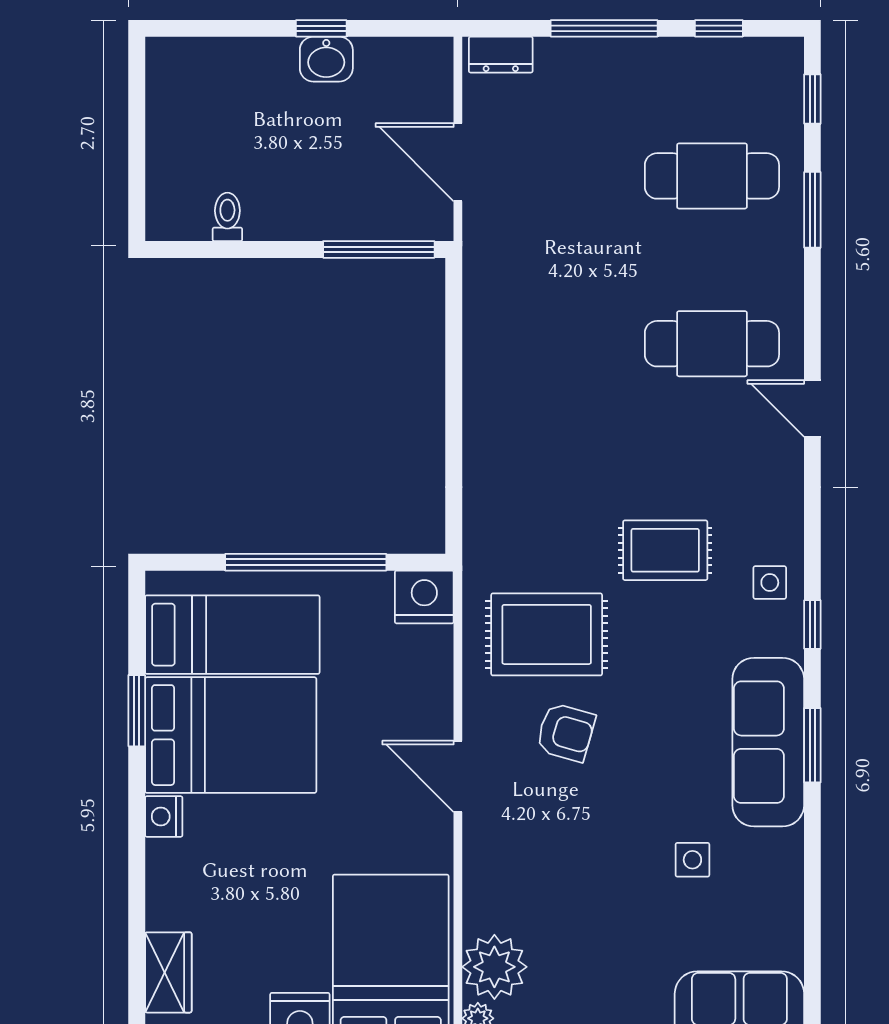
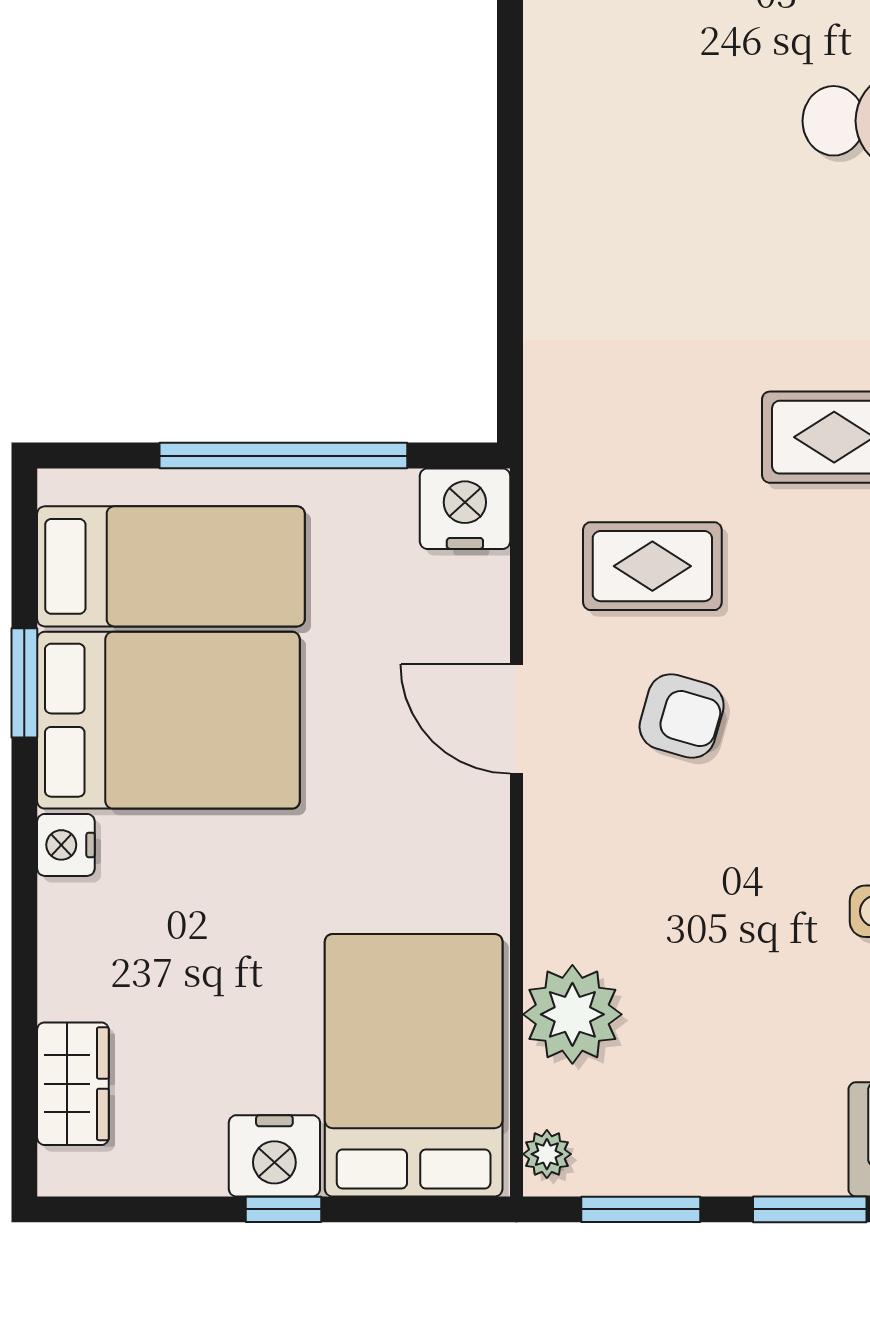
rug: (547, 634) -> (652, 566), width x0.73, depth x0.70
door: (458, 776) -> (516, 719), moved
plant: (494, 967) -> (572, 1014), moved

